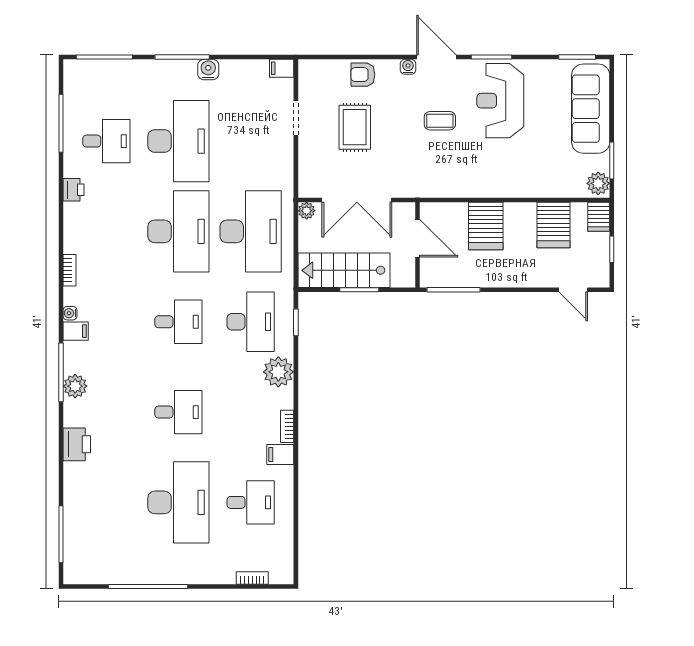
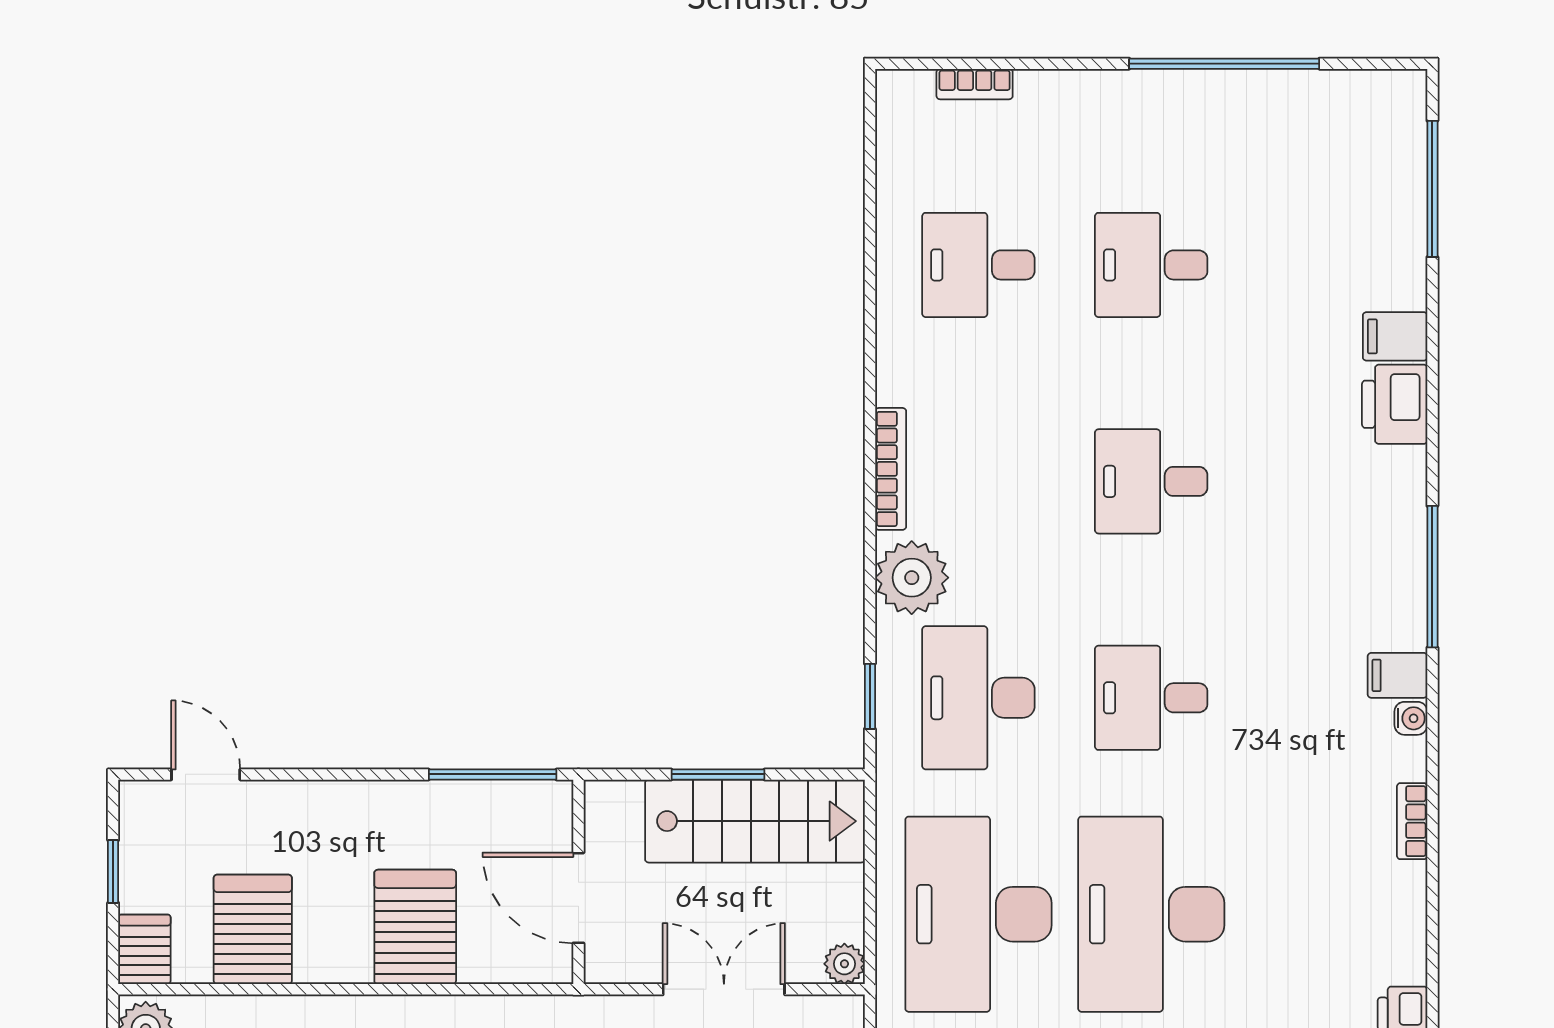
double door: (357, 200) -> (724, 989), width x0.73
plant: (75, 386) -> (1399, 544), removed
bookcase: (287, 426) -> (891, 469), width x1.56
filing cabinet: (280, 455) -> (1395, 336), moved, turned 180
desk: (178, 502) -> (1151, 265), width x0.53, depth x0.77

